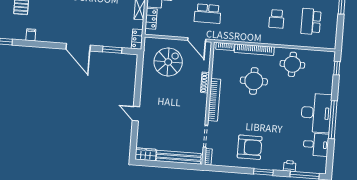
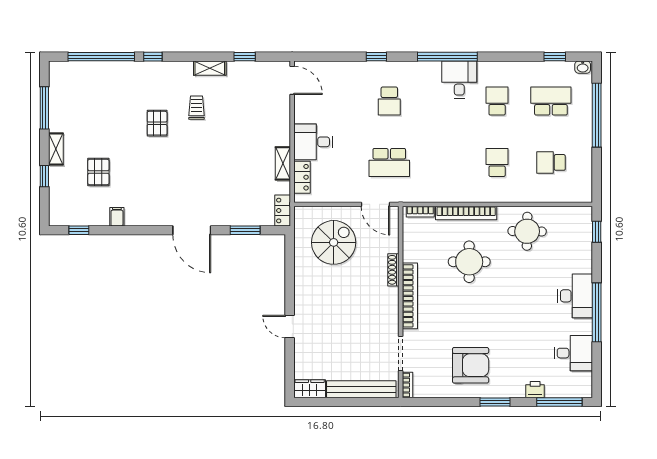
school desk: (277, 19) -> (497, 162), turned 180
school desk: (311, 22) -> (551, 162), width x0.54
desk: (316, 113) -> (575, 296), width x0.73, depth x0.77

